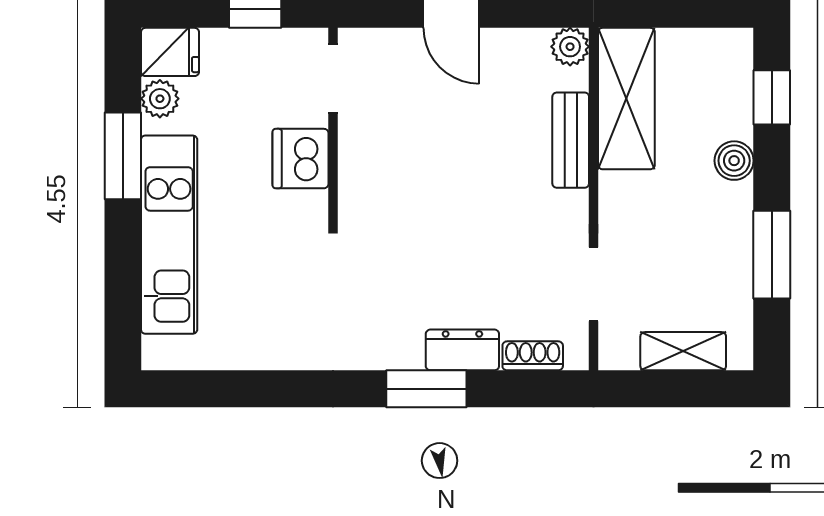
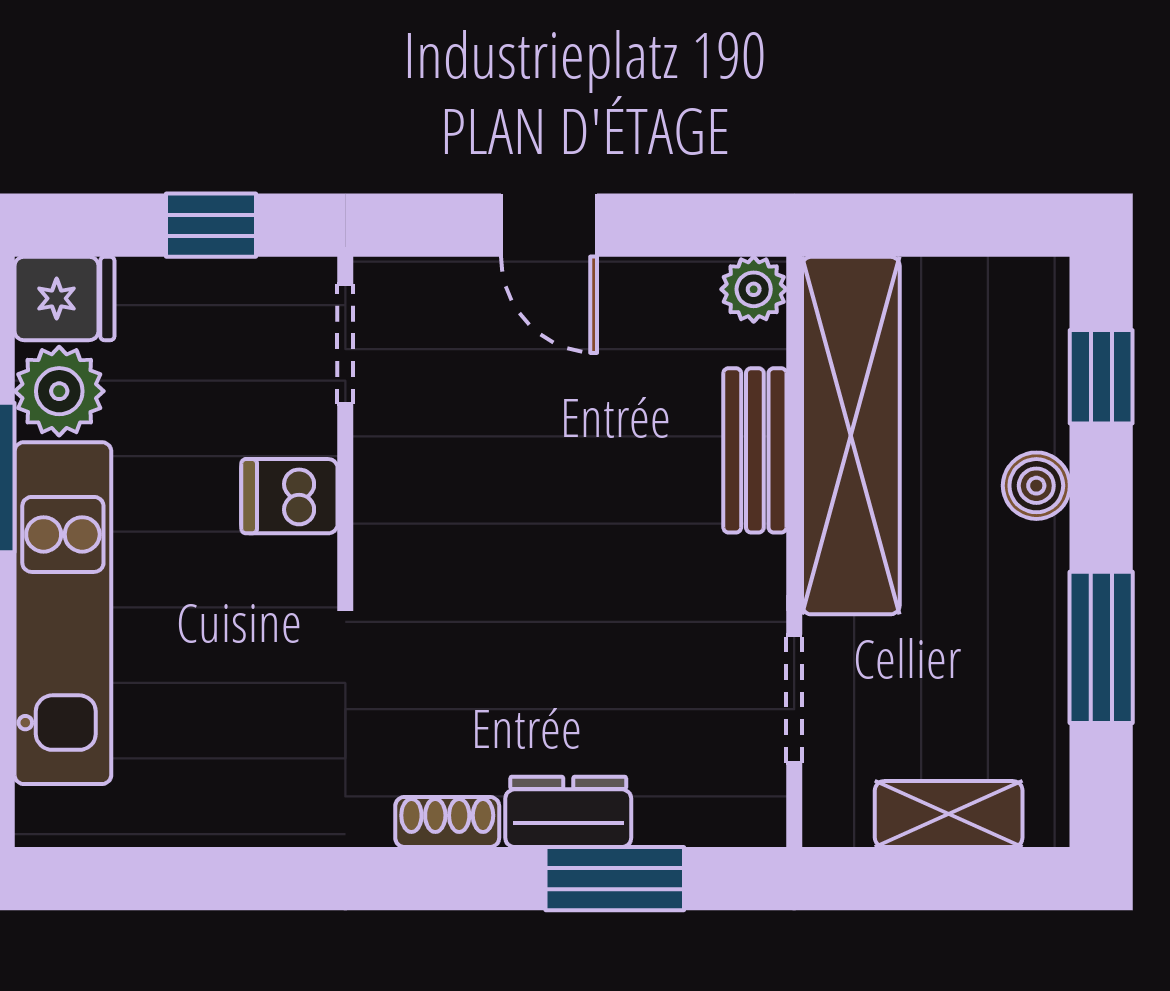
plant: (160, 99) -> (59, 391), width x1.38, depth x1.38
shelving: (626, 99) -> (851, 436), width x1.47
dishwasher: (301, 159) -> (289, 496), width x0.73
shoe rack: (533, 356) -> (447, 822), moved
window: (426, 389) -> (615, 879), moved

